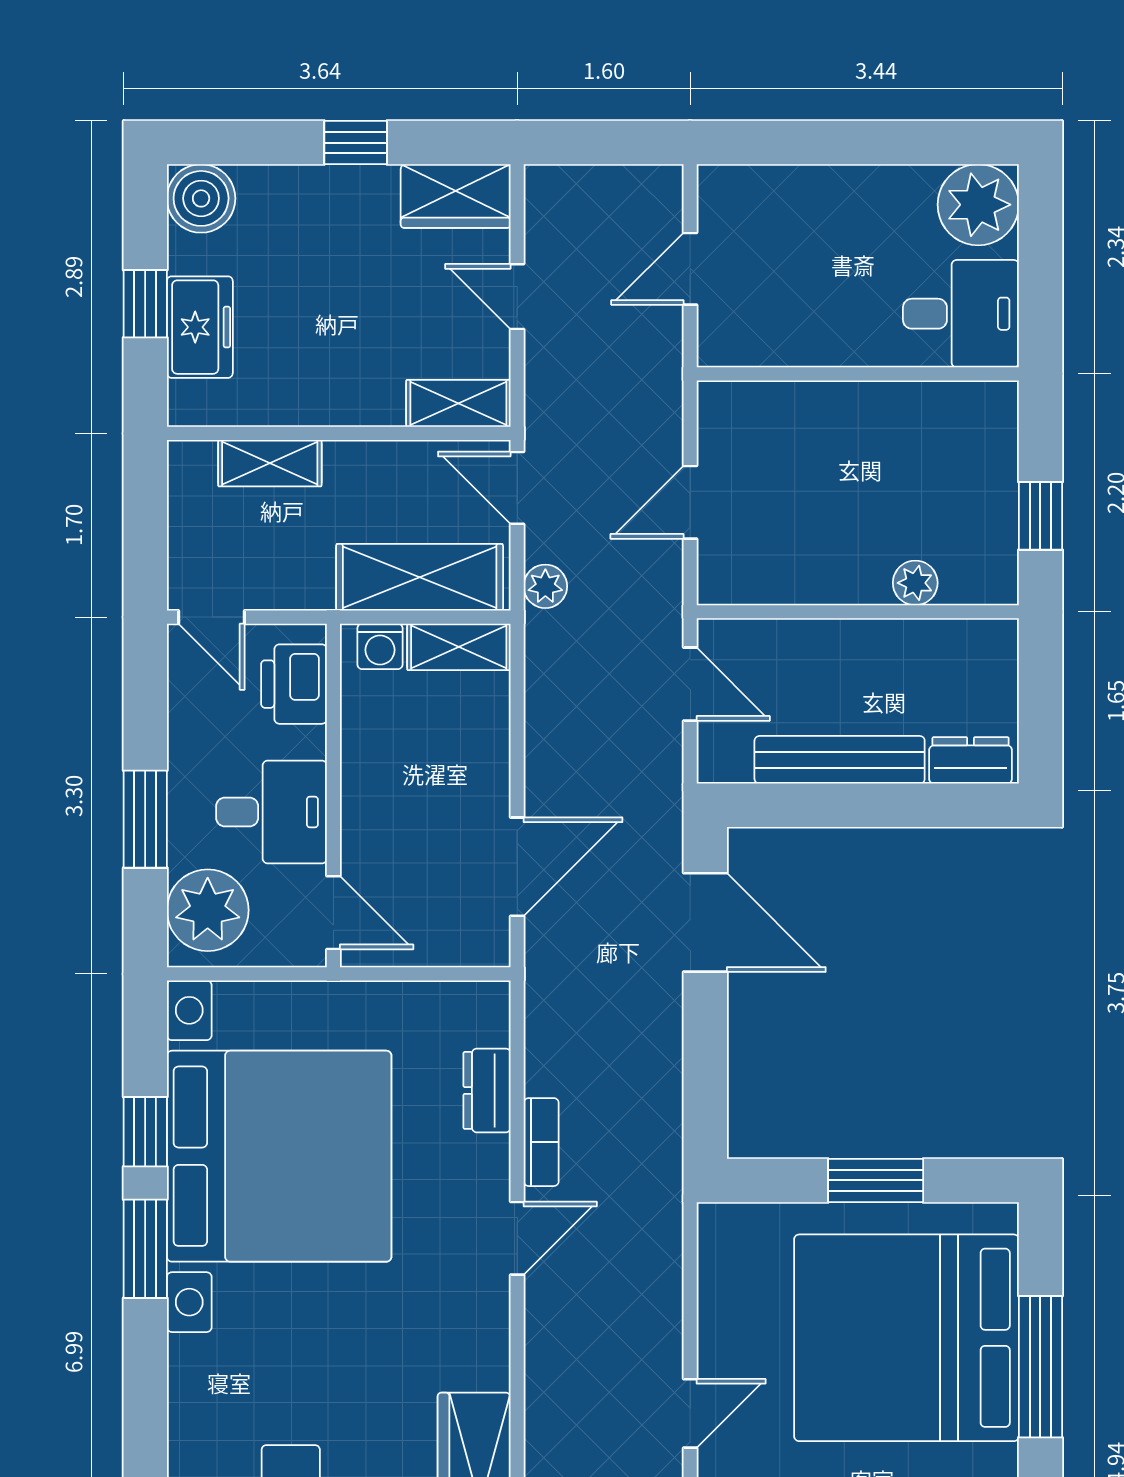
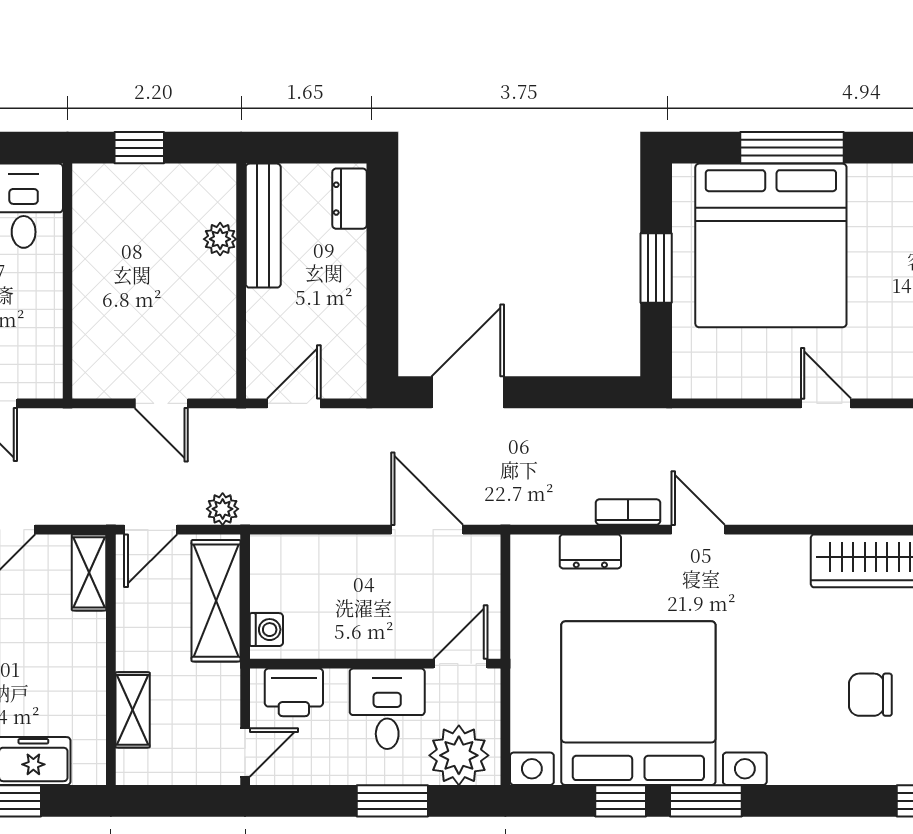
window: (1040, 516) -> (139, 148), moved
shelving: (459, 647) -> (267, 572), removed
bench: (840, 760) -> (263, 226), moved

